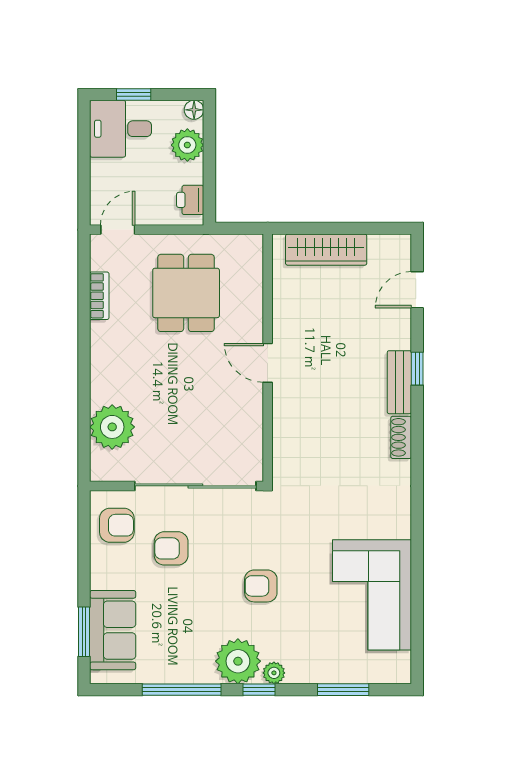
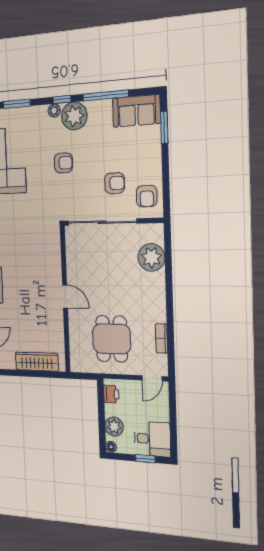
armchair: (117, 525) -> (147, 196), turned -90
sofa: (113, 630) -> (136, 111), moved, turned -90

